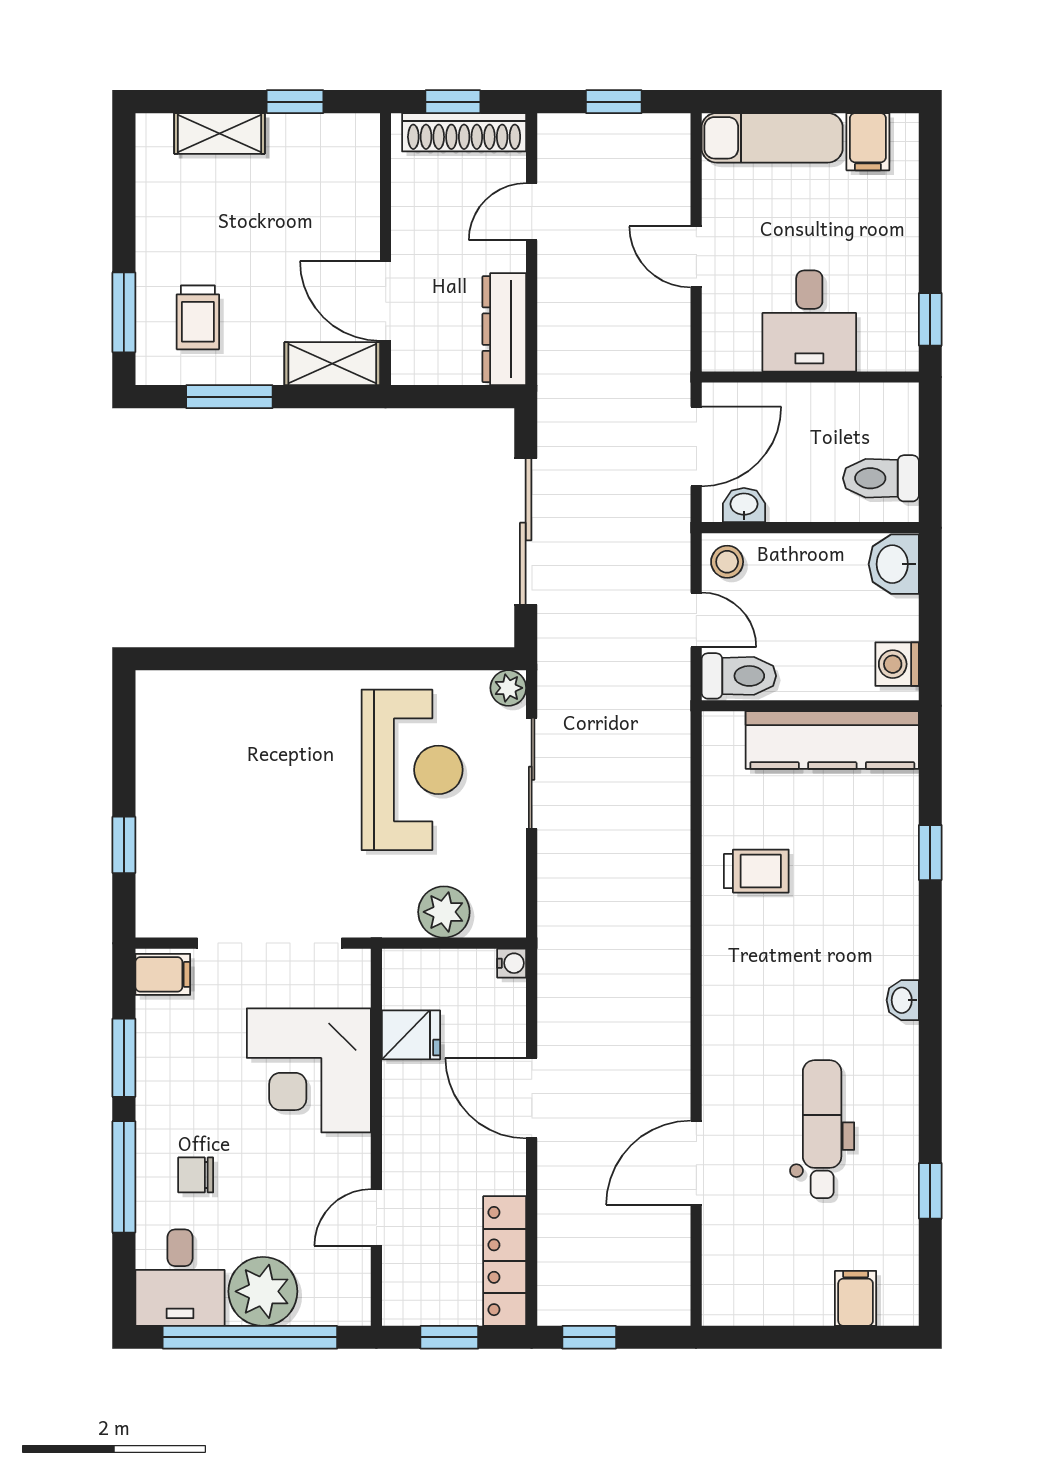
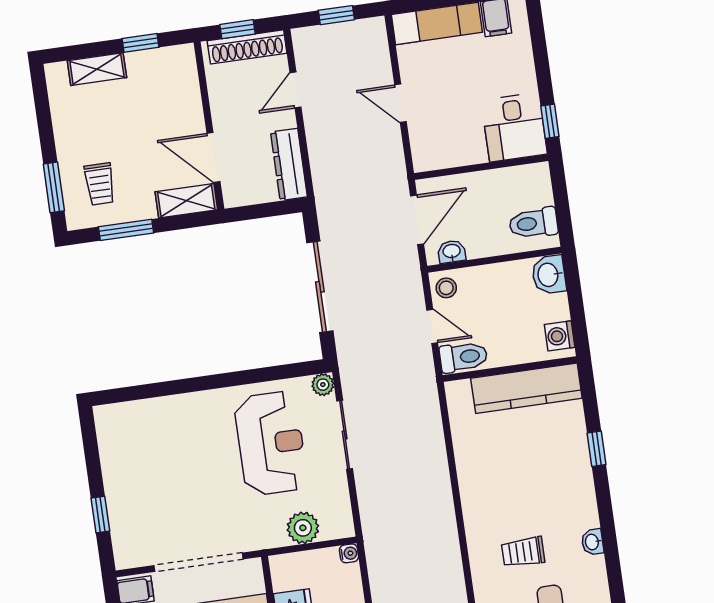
desk: (809, 321) -> (514, 127), moved
trolley: (756, 871) -> (523, 552), moved, turned 180

